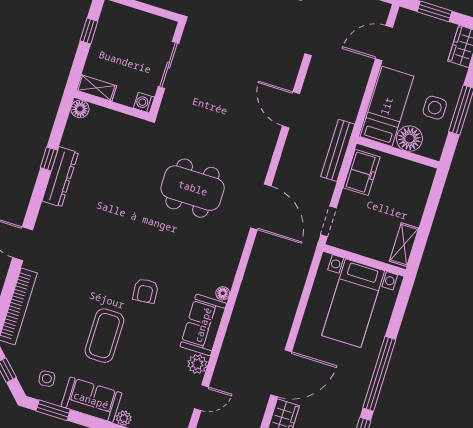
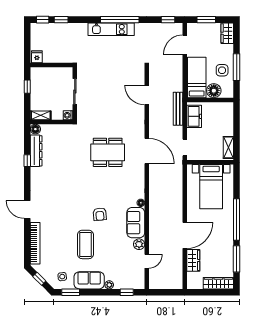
dresser: (60, 177) -> (36, 151), moved

